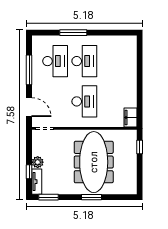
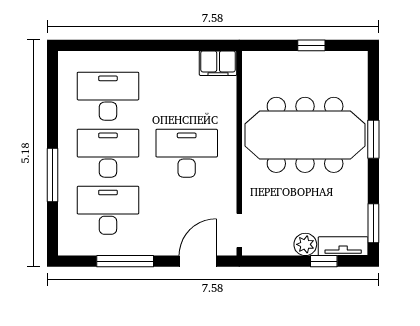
desk: (114, 61) -> (108, 96), added
window: (140, 147) -> (311, 45), moved

